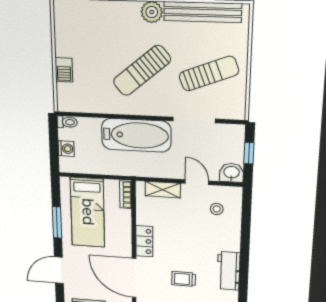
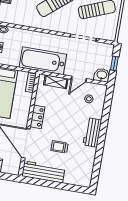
bathtub: (136, 135) -> (43, 61), moved, turned 180
door: (197, 182) -> (79, 79), swing flipped
workbench: (228, 271) -> (92, 132), moved

